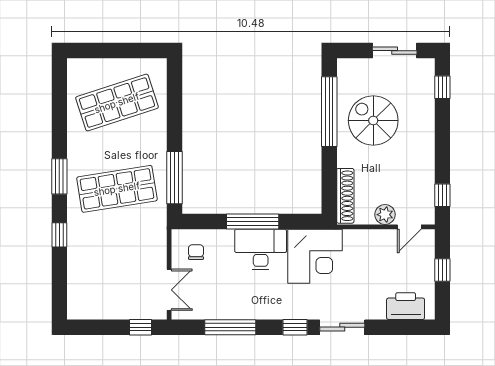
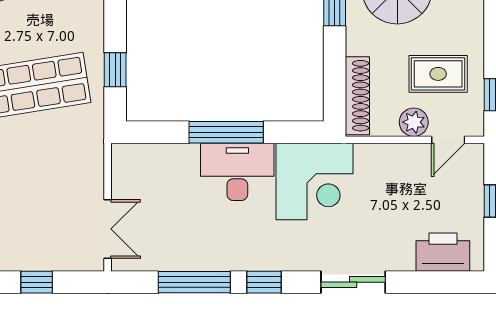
window: (175, 178) -> (115, 70), width x0.46
rug: (402, 180) -> (438, 74), added
chair: (196, 252) -> (146, 176), removed
window: (140, 327) -> (37, 282), moved
window: (295, 327) -> (264, 282), moved

